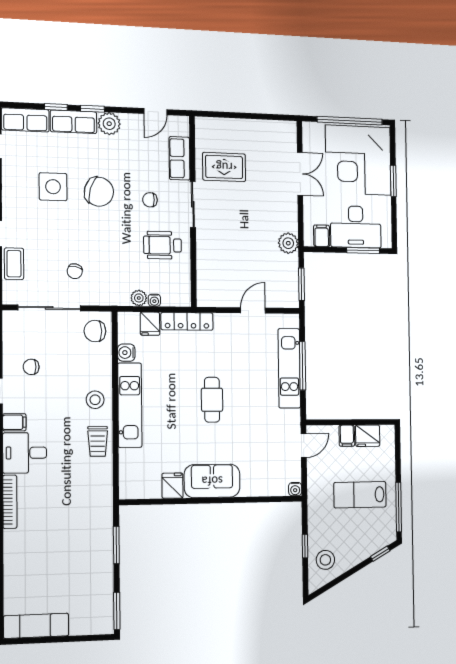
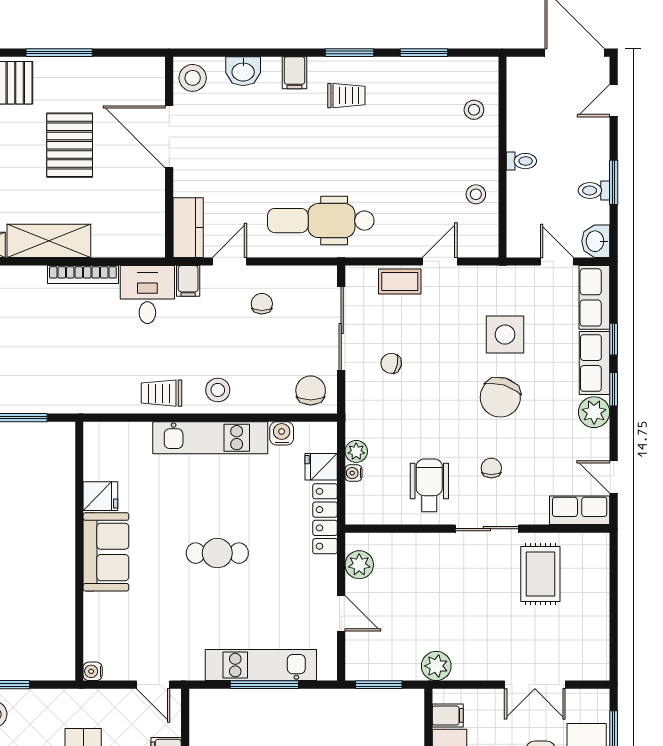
row of seats: (179, 158) -> (580, 510), moved
plant: (219, 297) -> (359, 565), added

